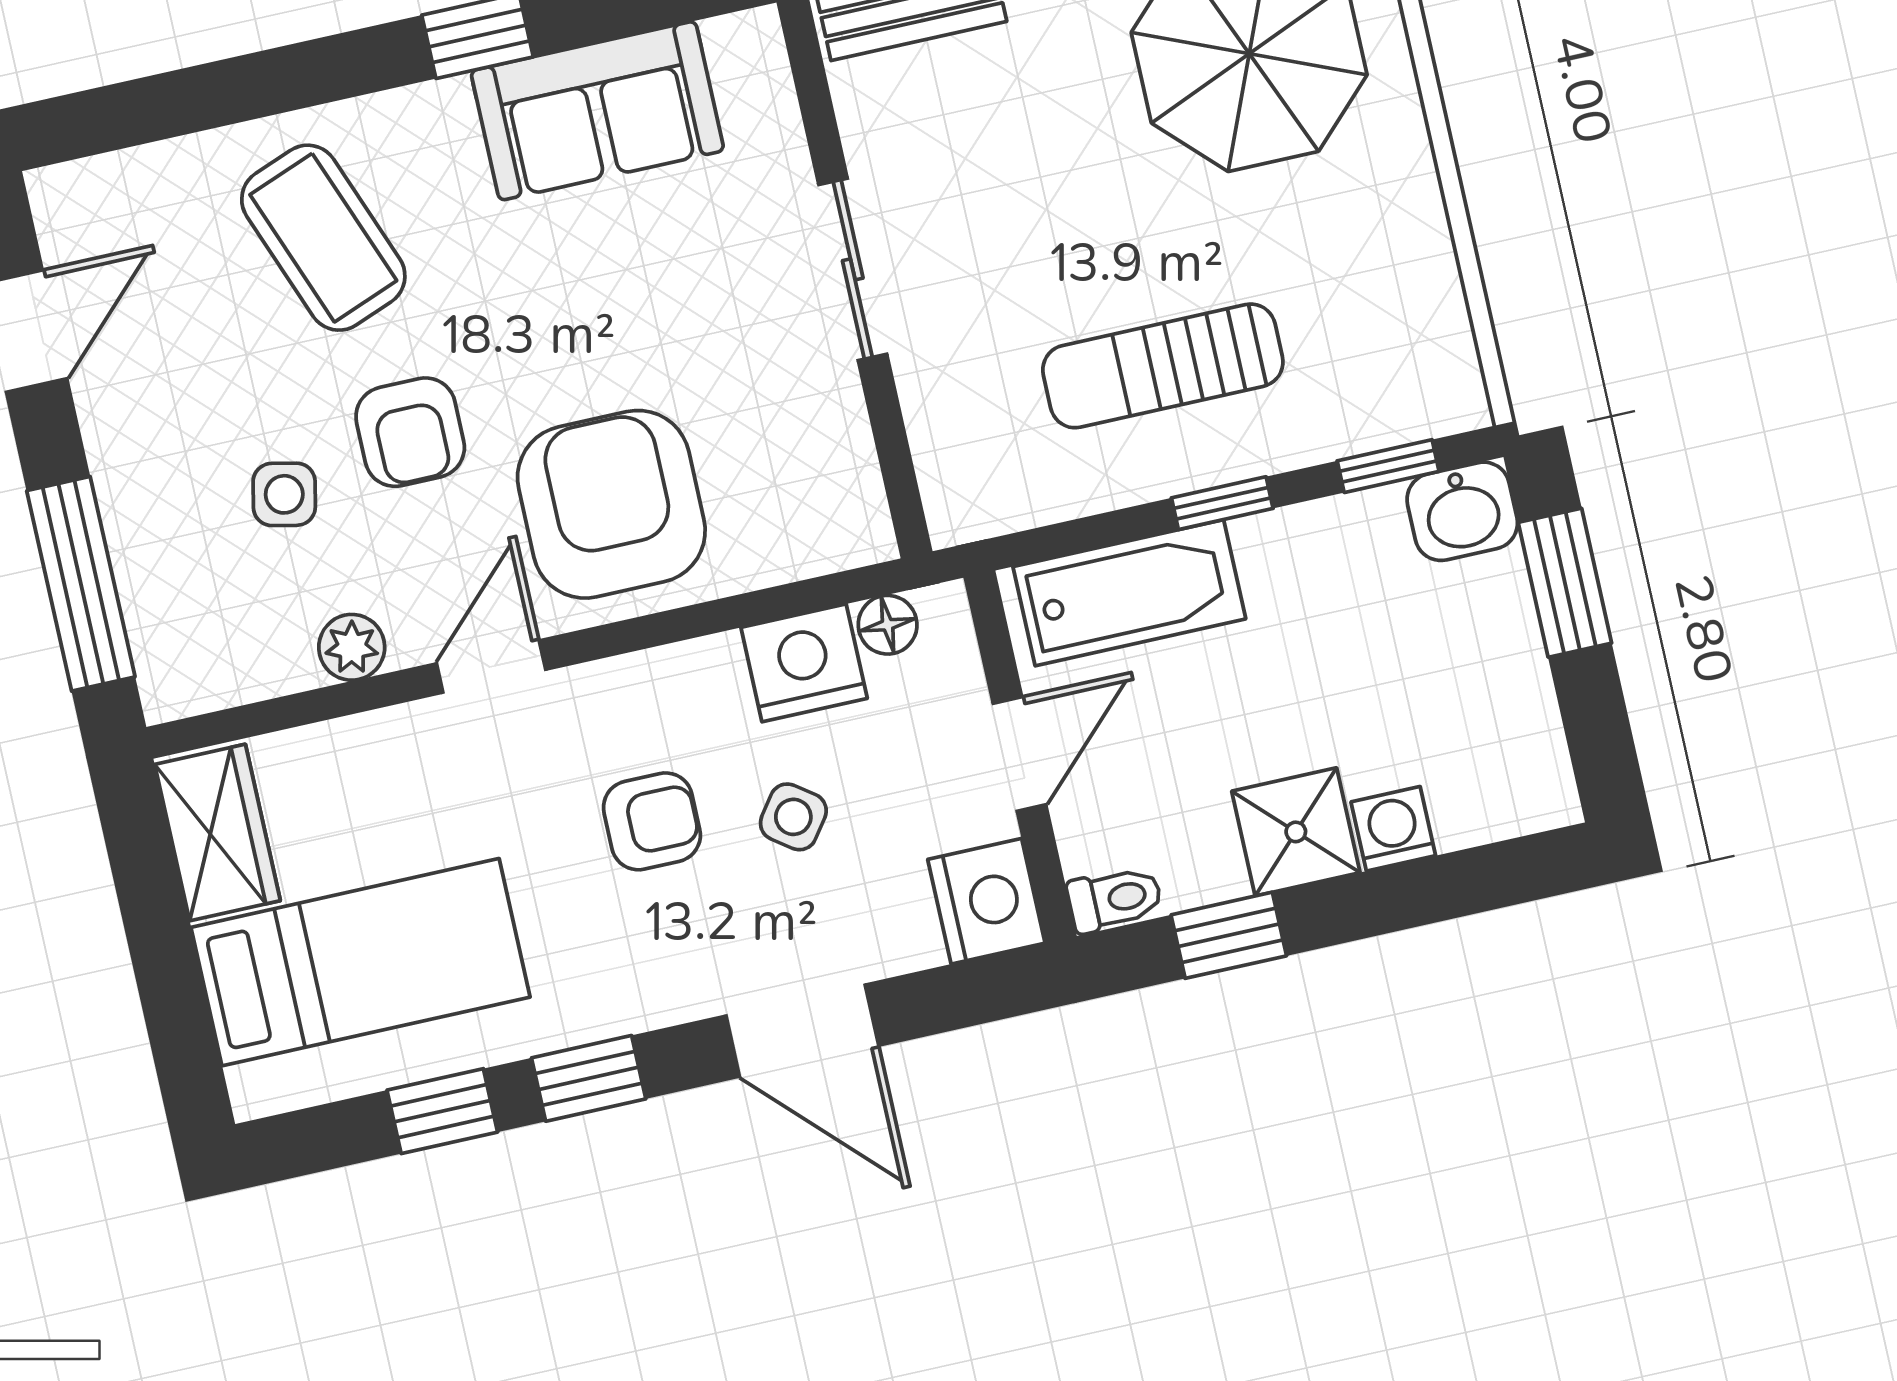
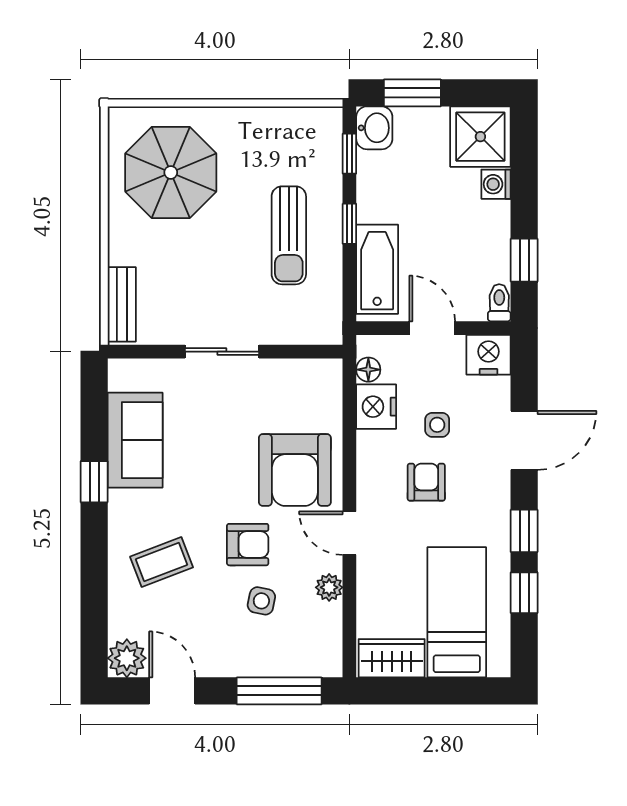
plant: (78, 206) -> (127, 658), added
coffee table: (323, 238) -> (162, 562), width x0.73, depth x0.77
armchair: (611, 504) -> (295, 470), turned -90
side table: (793, 817) -> (437, 425), turned -36
shower: (1296, 832) -> (480, 137), moved, width x1.36, depth x1.36

